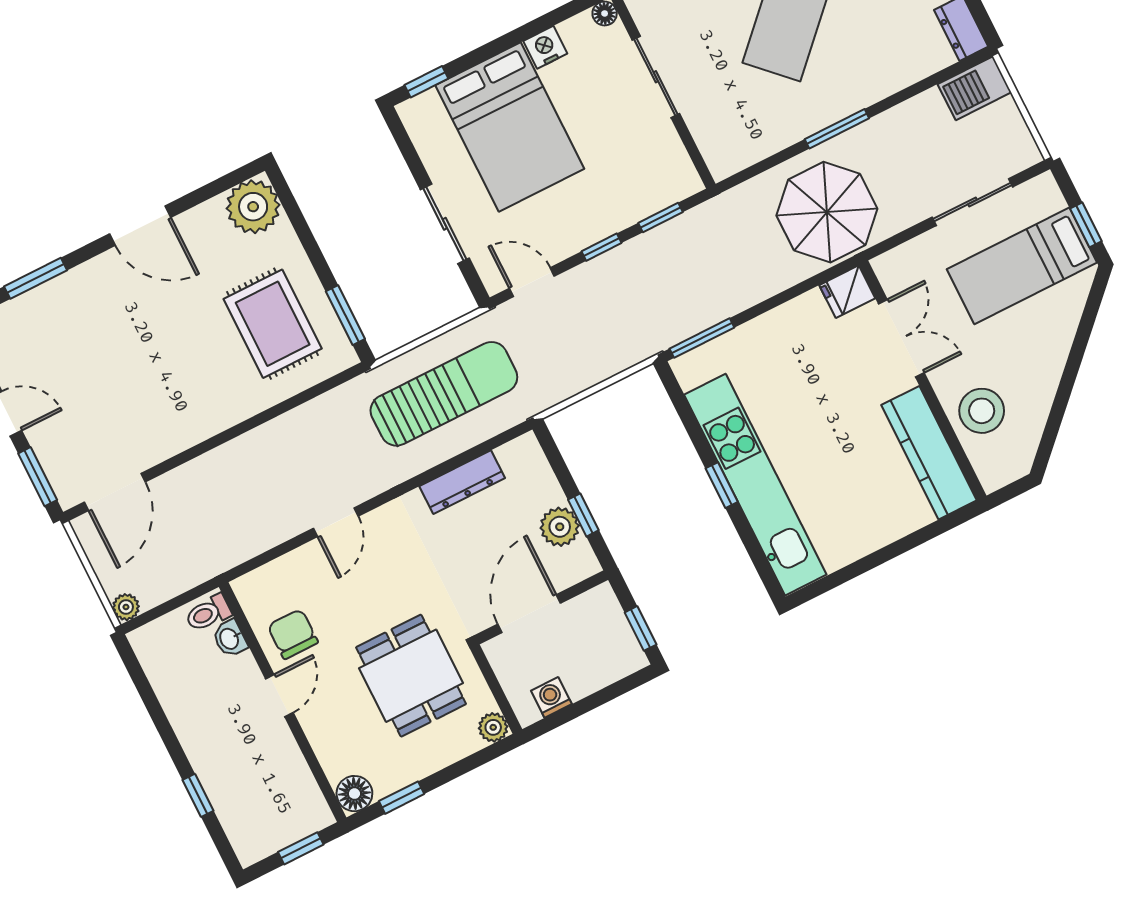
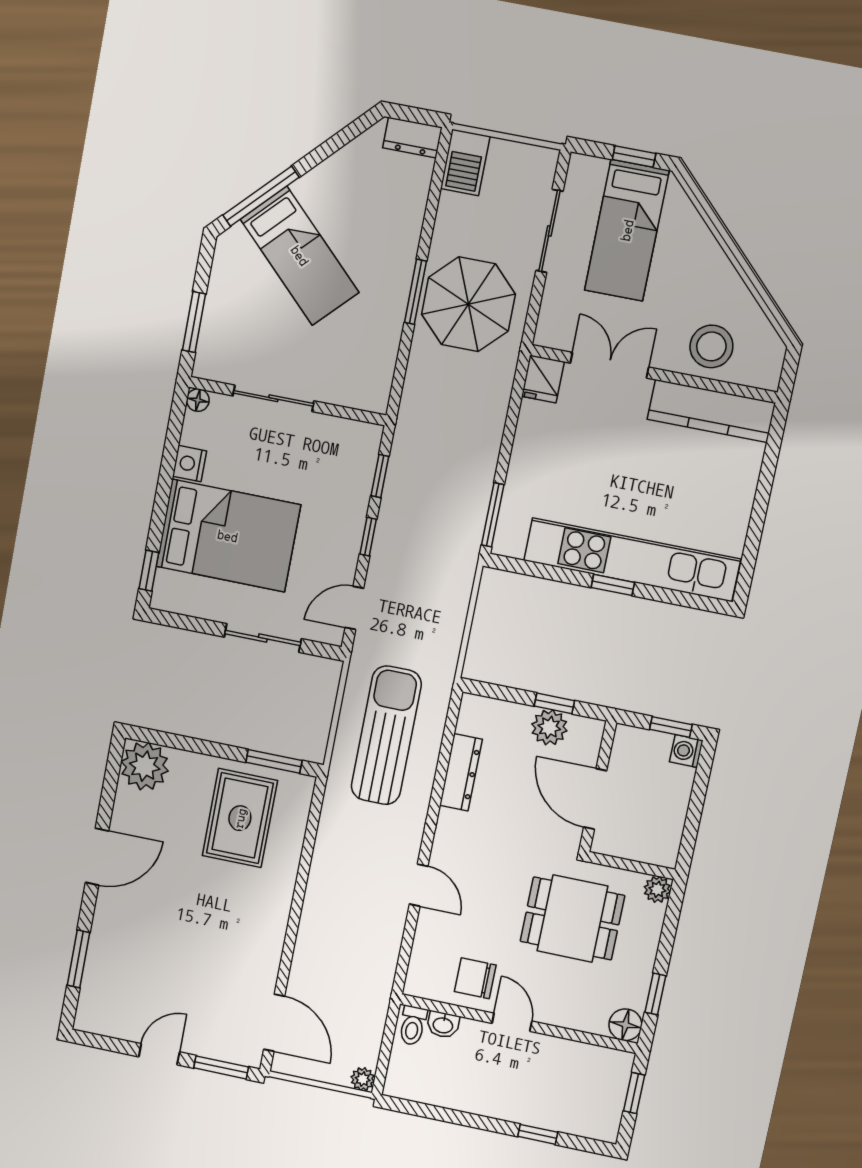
parasol: (827, 212) -> (468, 304), moved
rug: (273, 324) -> (240, 818), turned 90
washing machine: (551, 697) -> (686, 751), moved

